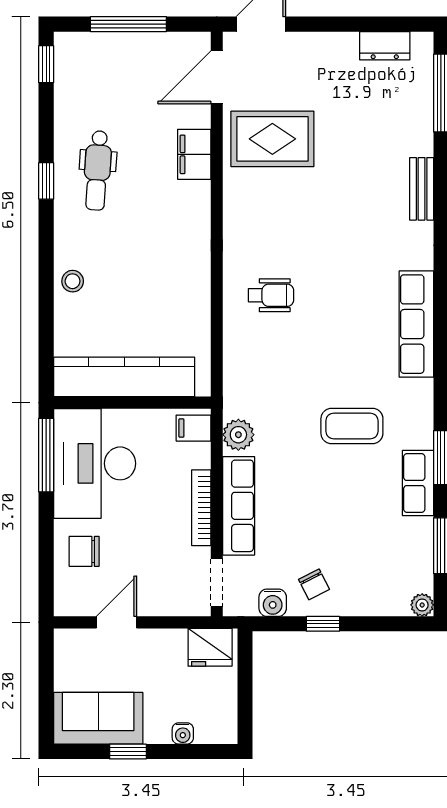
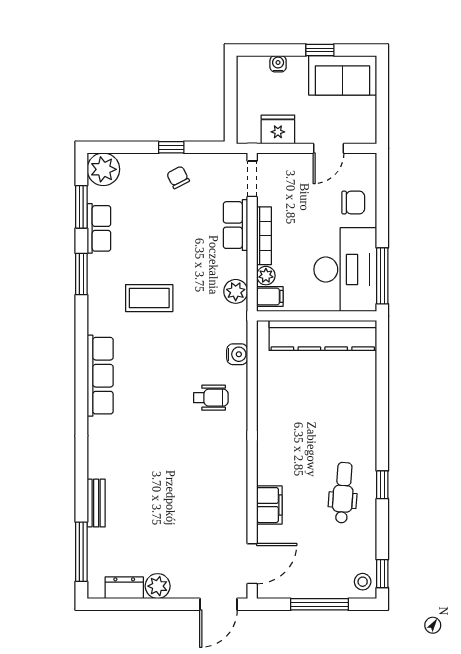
plant: (341, 48) -> (158, 586), added
rug: (272, 139) -> (210, 517), removed
bench: (422, 189) -> (96, 503), moved
stool: (73, 281) -> (363, 582), moved
wheelchair: (271, 295) -> (211, 398), turned 180
plant: (199, 455) -> (266, 276), added
row of seats: (418, 483) -> (99, 228), moved
row of seats: (239, 506) -> (235, 225), width x0.68
water cooler: (273, 603) -> (237, 354), moved, turned 90
plant: (422, 605) -> (103, 169), width x1.88, depth x1.88
fridge: (210, 647) -> (278, 130), moved

